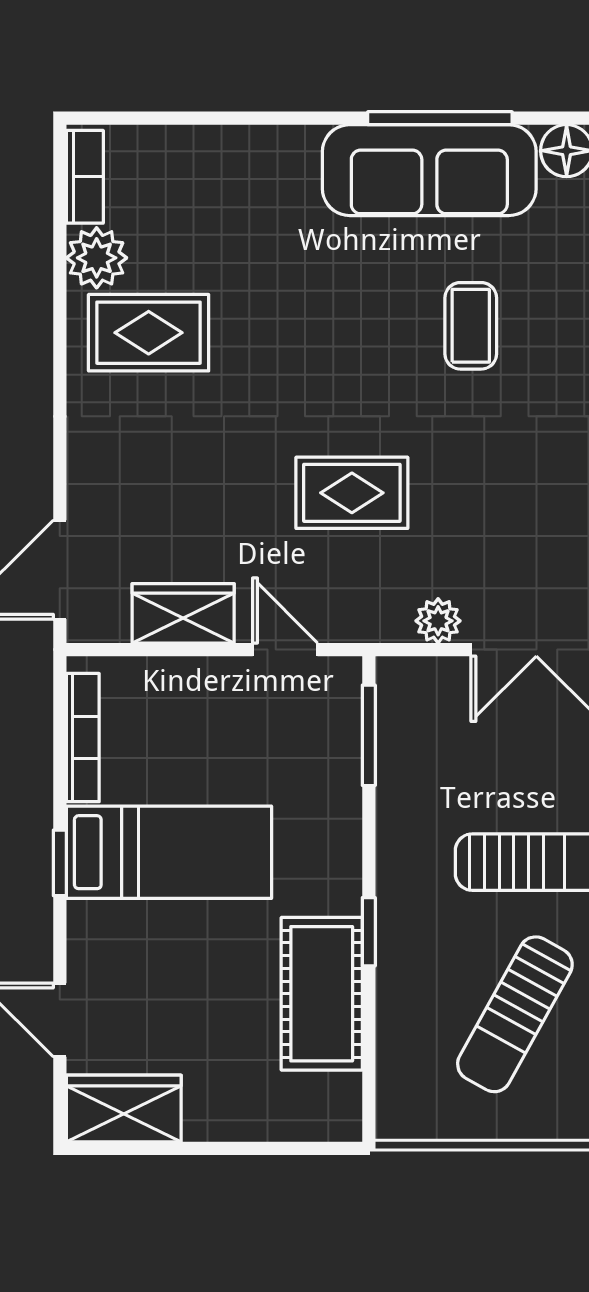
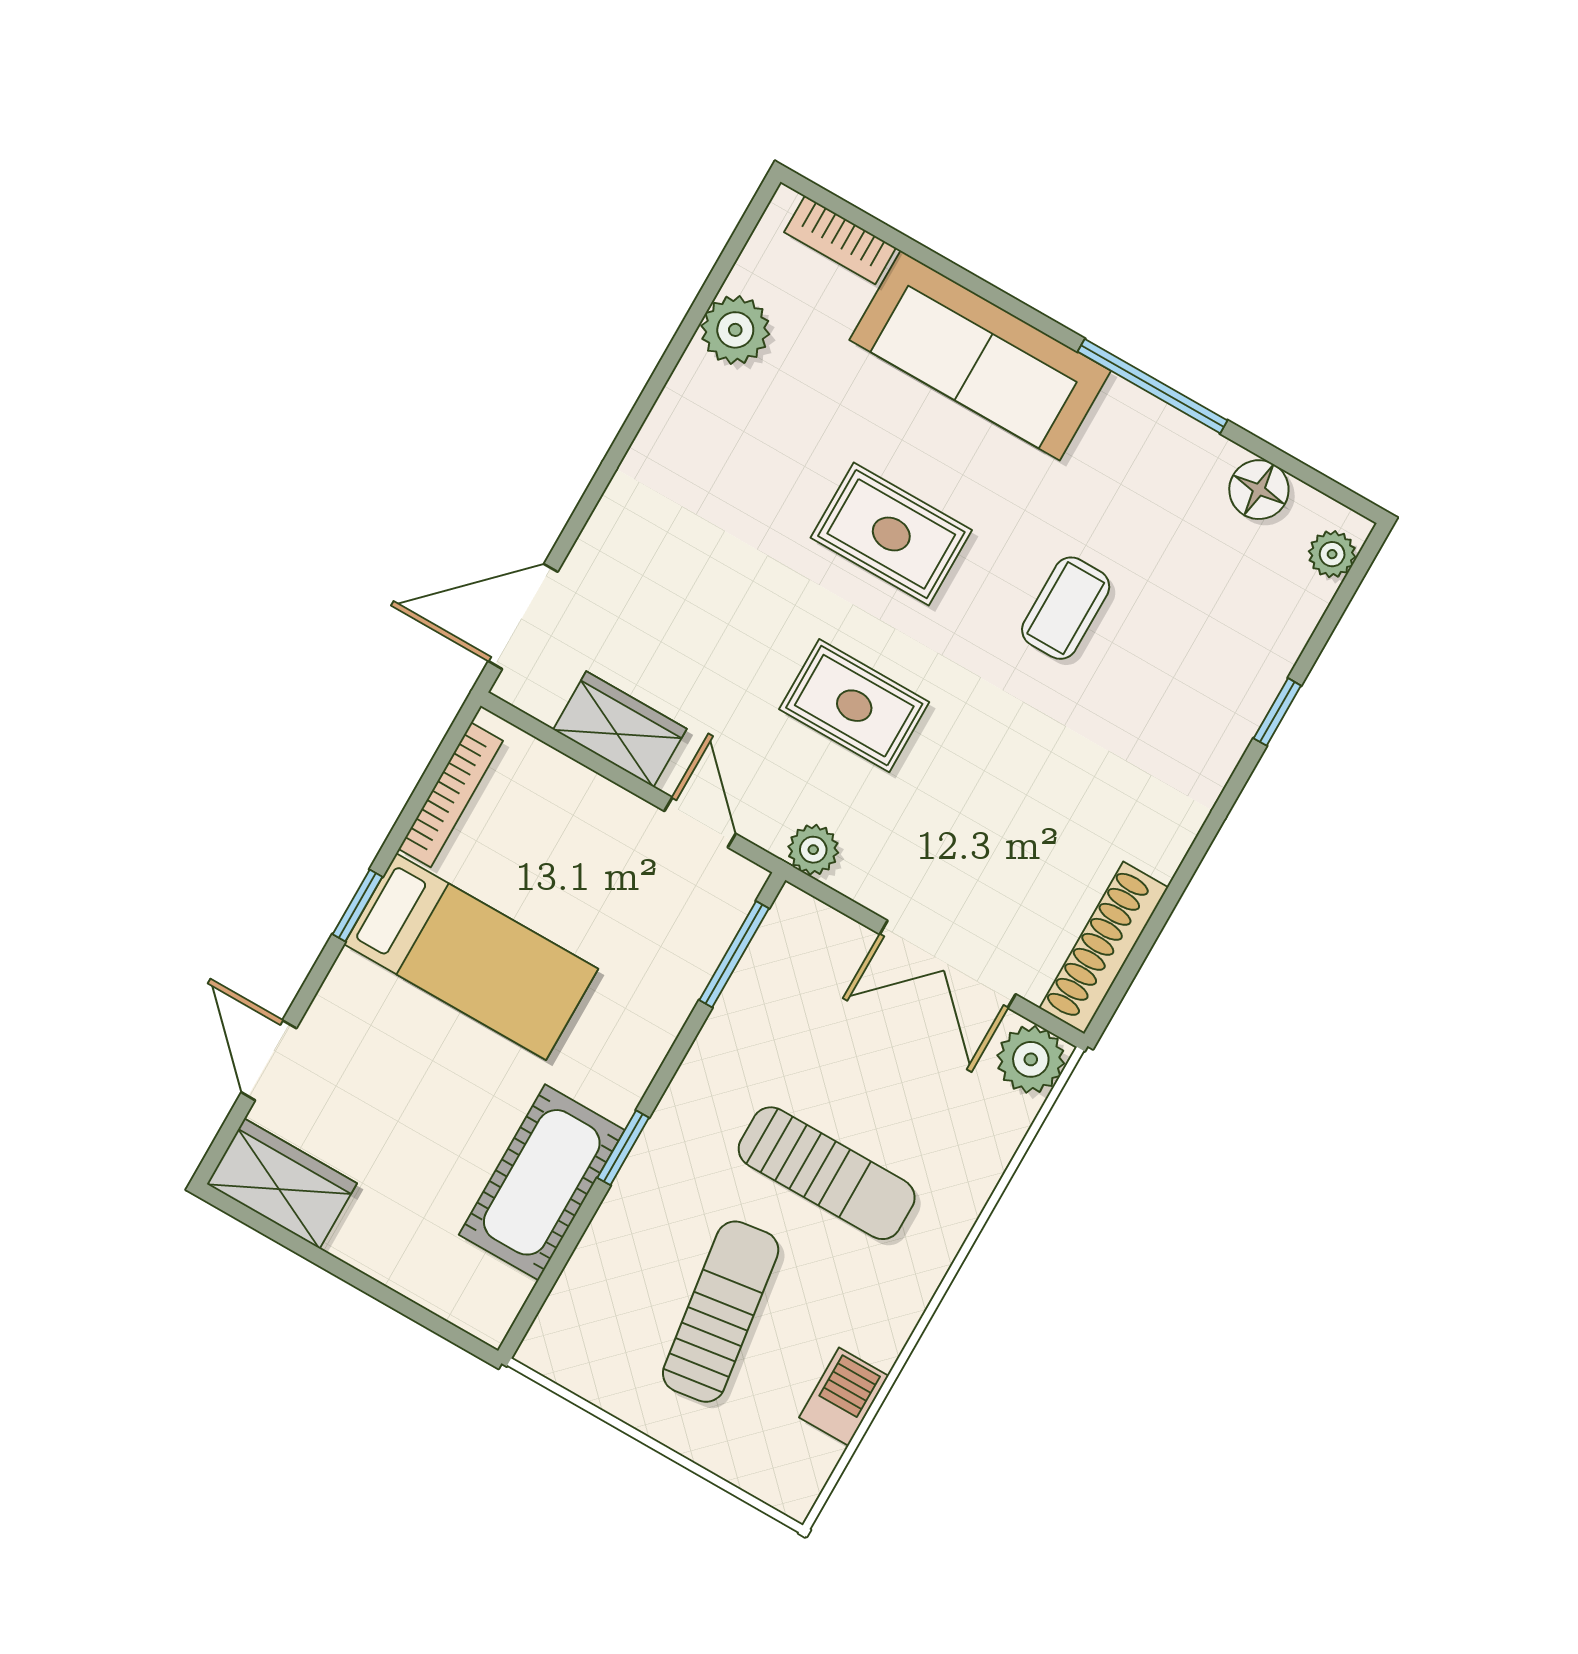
sofa: (429, 170) -> (980, 355), moved
bookcase: (85, 177) -> (840, 240), moved, turned 90
rug: (149, 333) -> (891, 534), moved
plant: (438, 621) -> (813, 850), moved
sun lounger: (515, 1014) -> (721, 1312), turned 143

